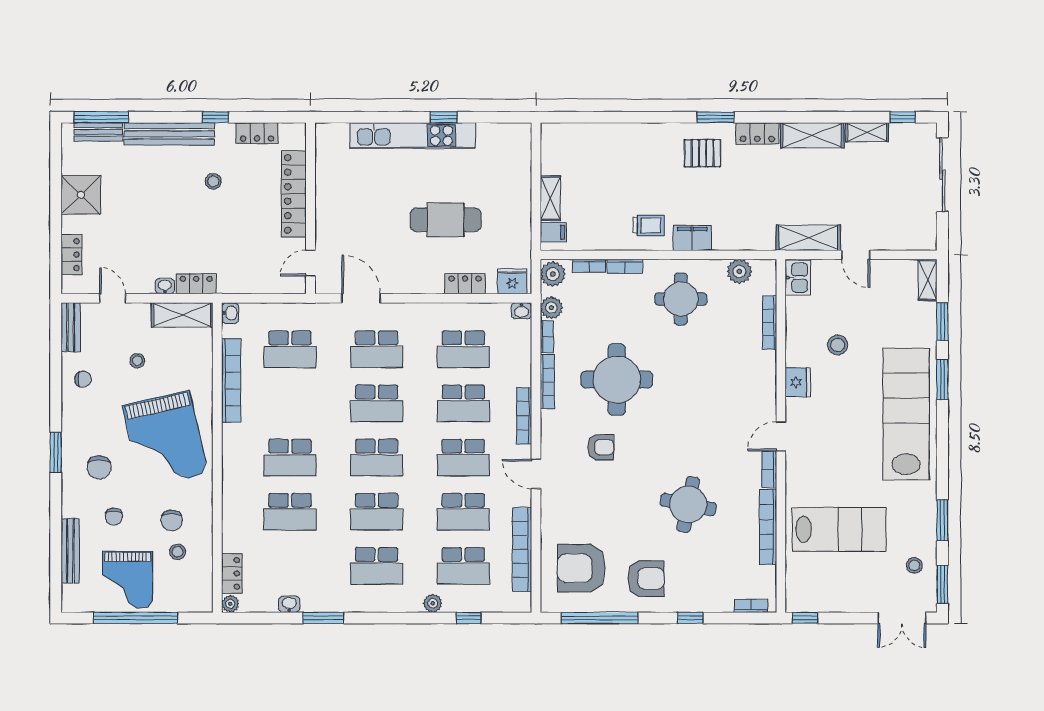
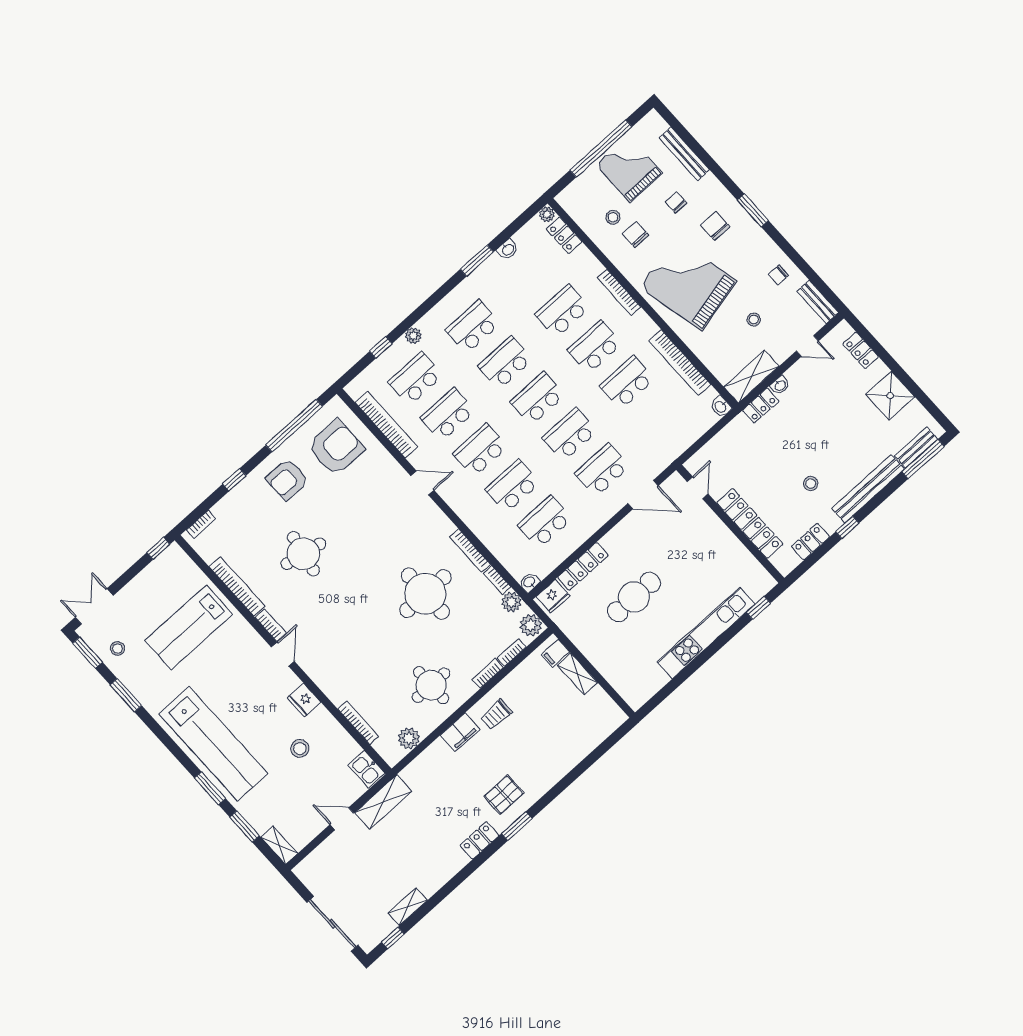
window: (444, 117) -> (758, 608), moved
shelving: (812, 135) -> (442, 872), removed
locker: (465, 284) -> (583, 566), width x1.53
school desk: (290, 349) -> (627, 383), moved
bookcase: (524, 416) -> (619, 292), moved, turned 180
armchair: (601, 447) -> (395, 539), removed

